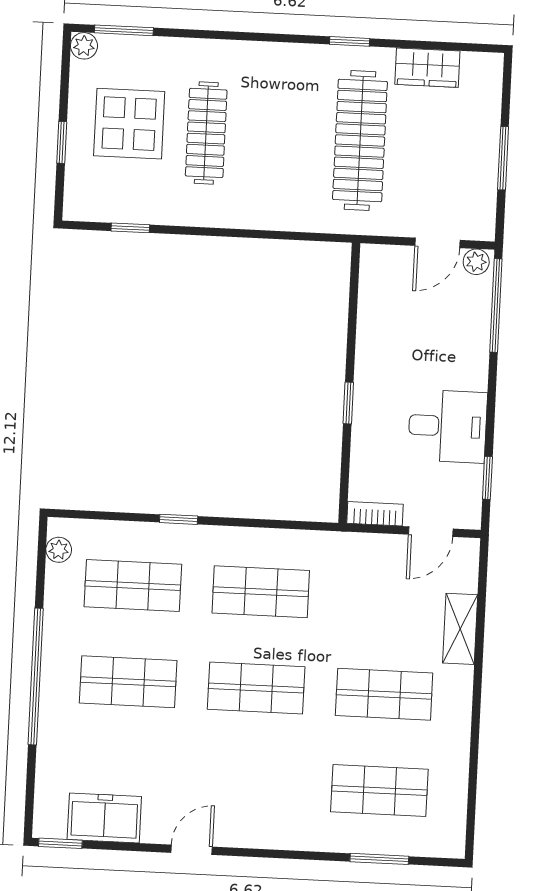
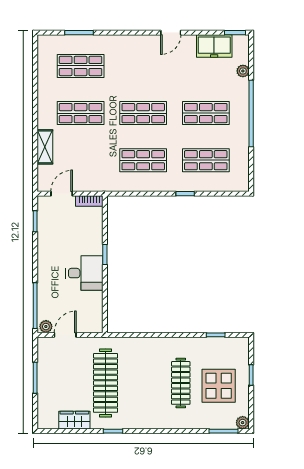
desk: (448, 426) -> (84, 273), moved, turned 180
plant: (59, 550) -> (243, 71), moved

